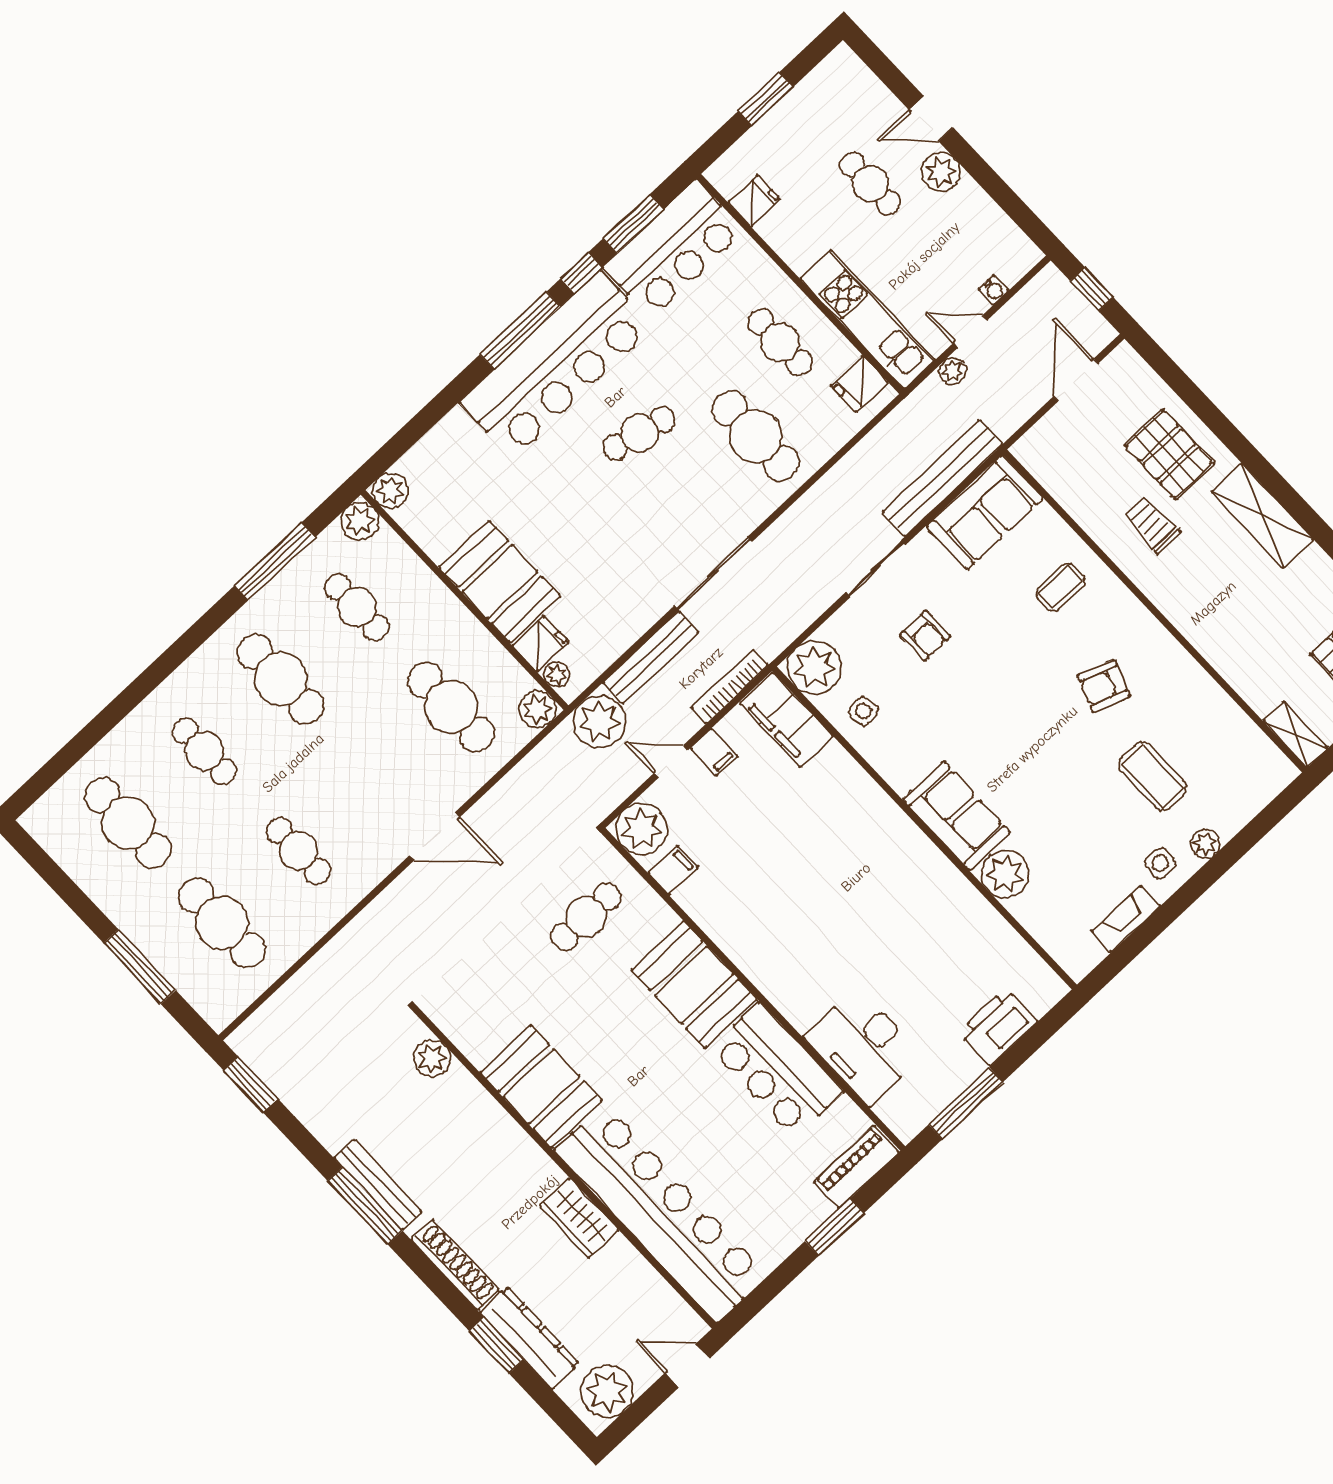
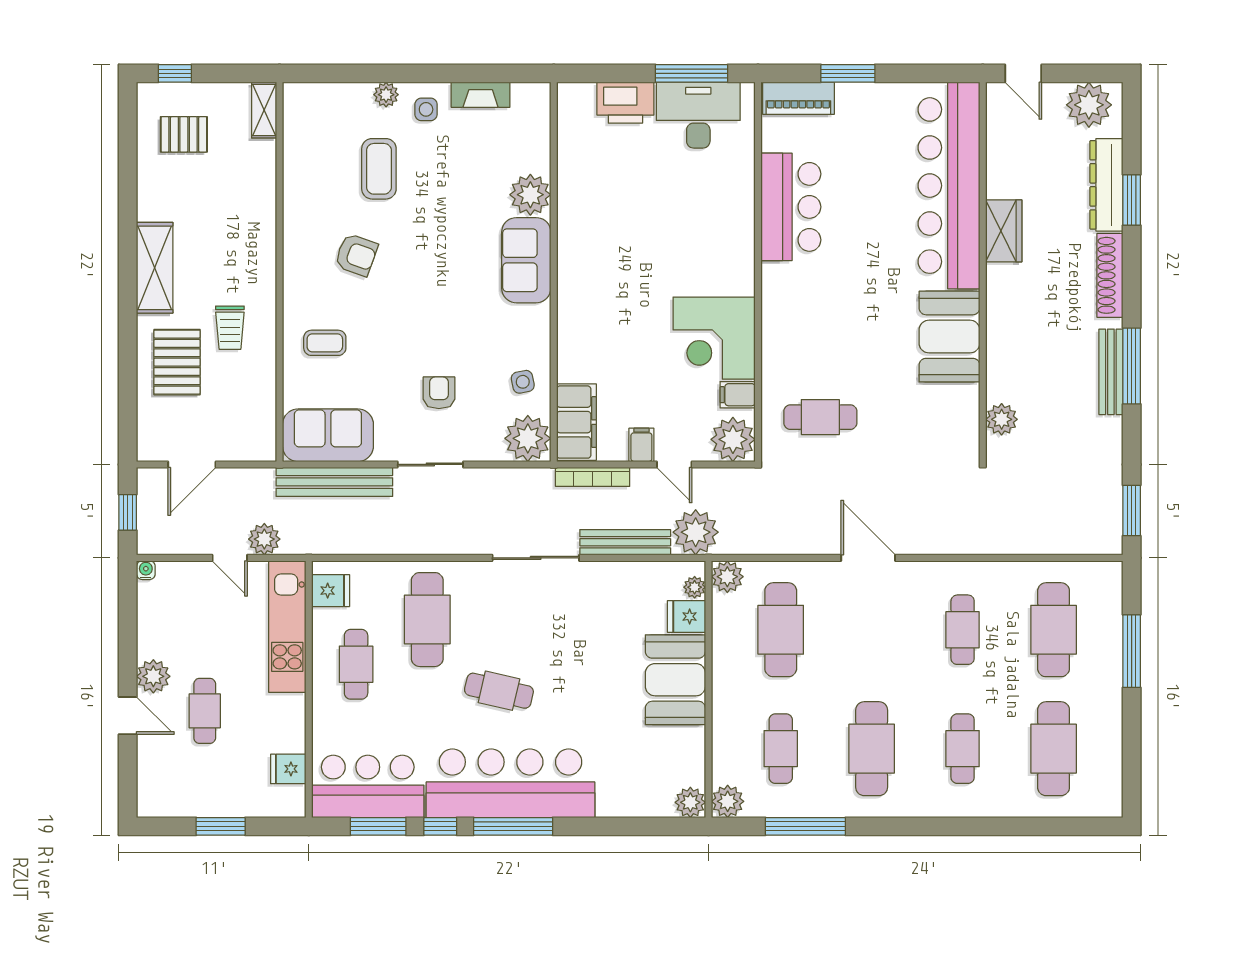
water cooler: (994, 290) -> (146, 570), moved
plant: (953, 371) -> (264, 539), width x1.38, depth x1.38
corner desk: (737, 899) -> (714, 338), added
booth: (694, 985) -> (792, 310), removed
desk: (863, 1046) -> (698, 115), moved, turned -90

